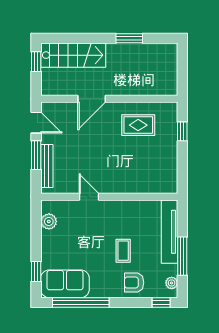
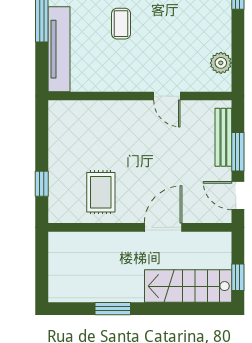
rug: (138, 125) -> (101, 192), turned 90

